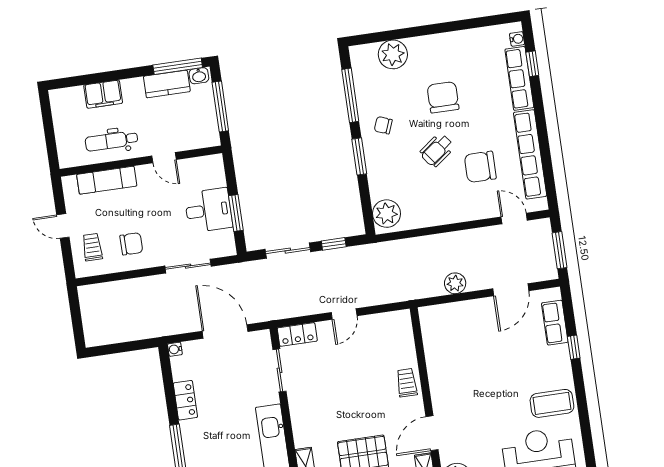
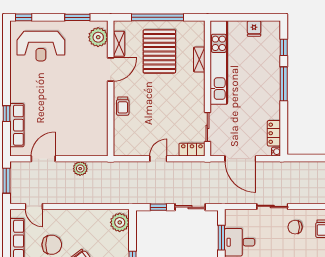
sliding door: (188, 266) -> (272, 206), moved
row of seats: (555, 323) -> (17, 125), width x1.48
locker: (185, 400) -> (274, 133), moved
coffee table: (552, 403) -> (27, 78), removed

